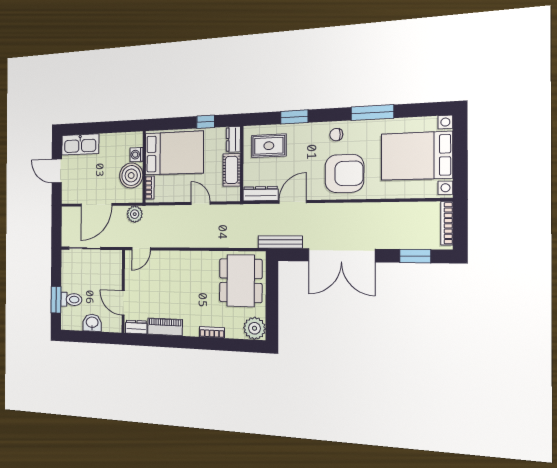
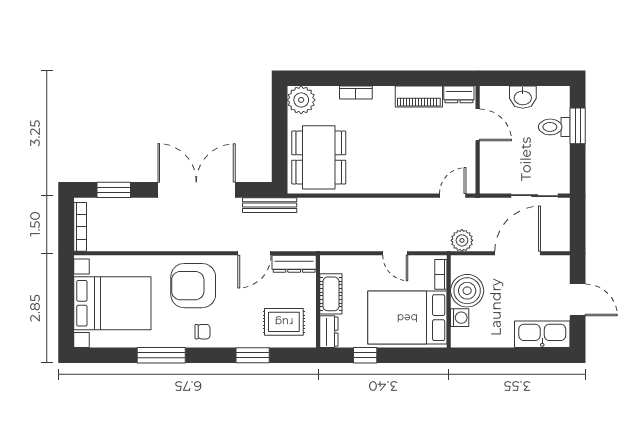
door: (201, 203) -> (395, 253), moved

